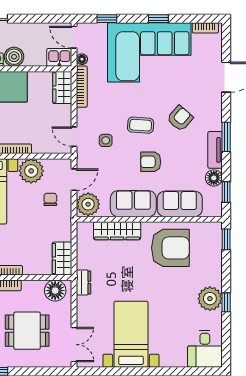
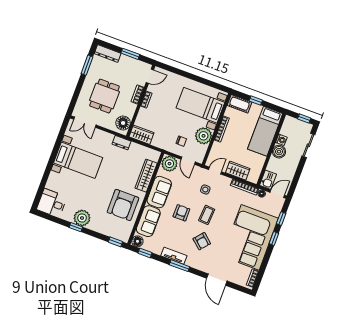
window: (158, 19) -> (274, 238), moved
wardrobe: (62, 87) -> (238, 171), moved
floor lamp: (214, 178) -> (137, 241), moved

